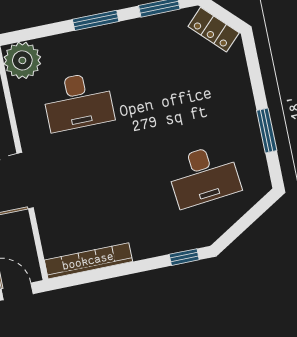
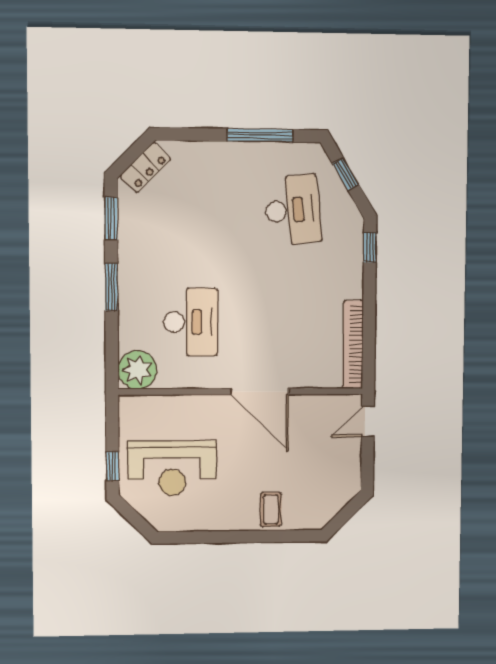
window: (267, 130) -> (260, 135), width x1.44
window: (248, 219) -> (346, 174), added

